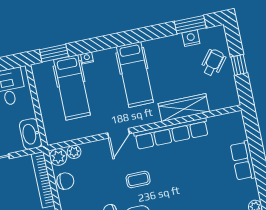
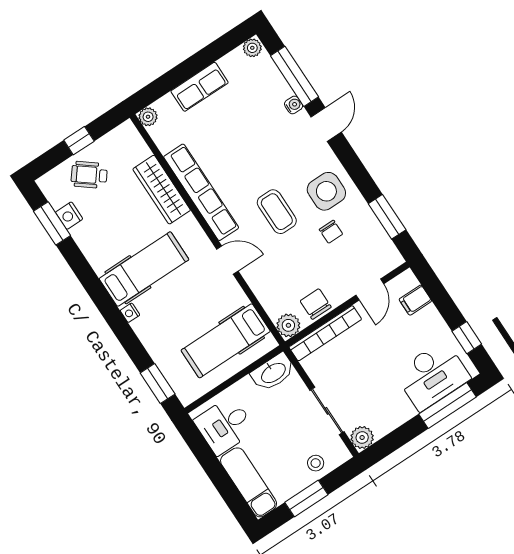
nightstand: (87, 58) -> (130, 313), moved
hospital bed: (72, 87) -> (226, 341), moved, turned 180
plant: (74, 152) -> (148, 117), moved
coffee table: (138, 179) -> (277, 212), width x1.36, depth x1.30

